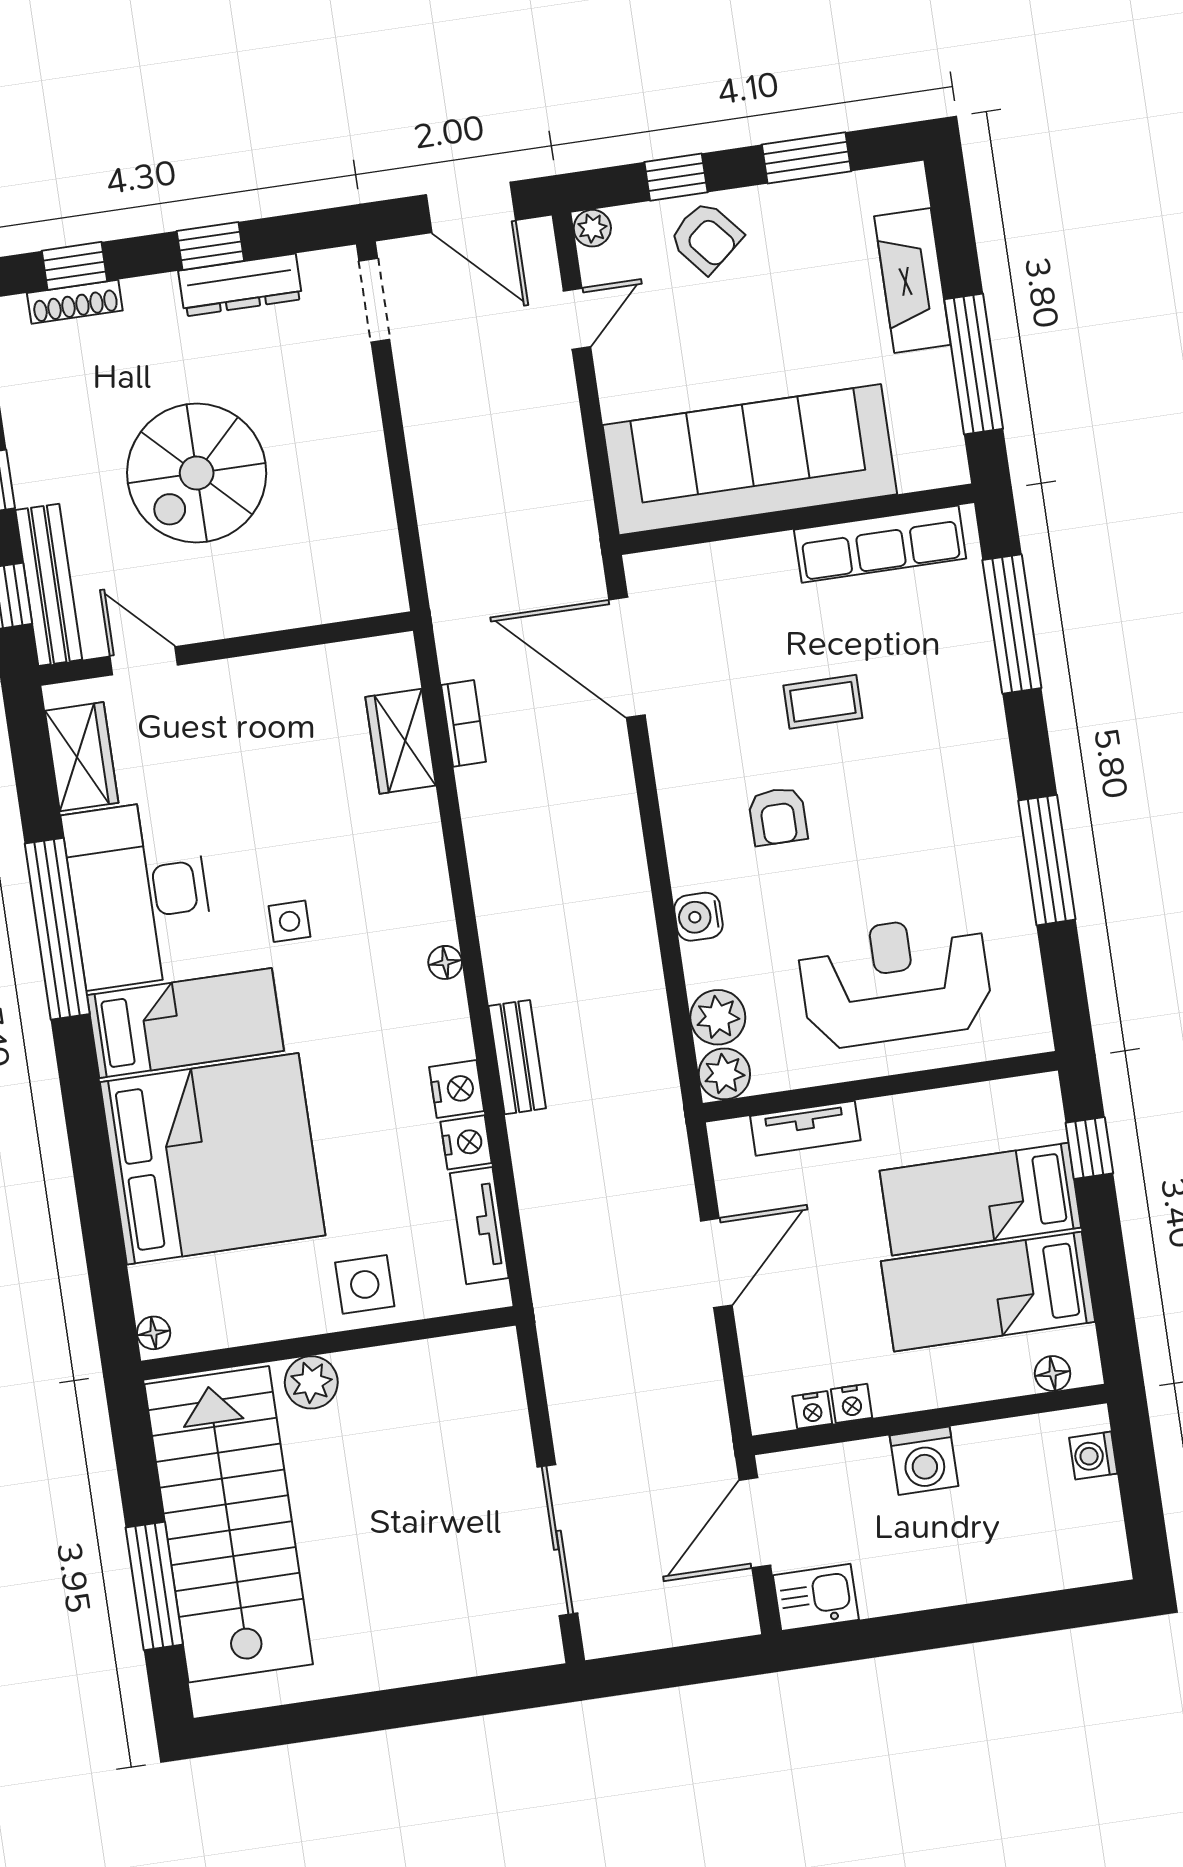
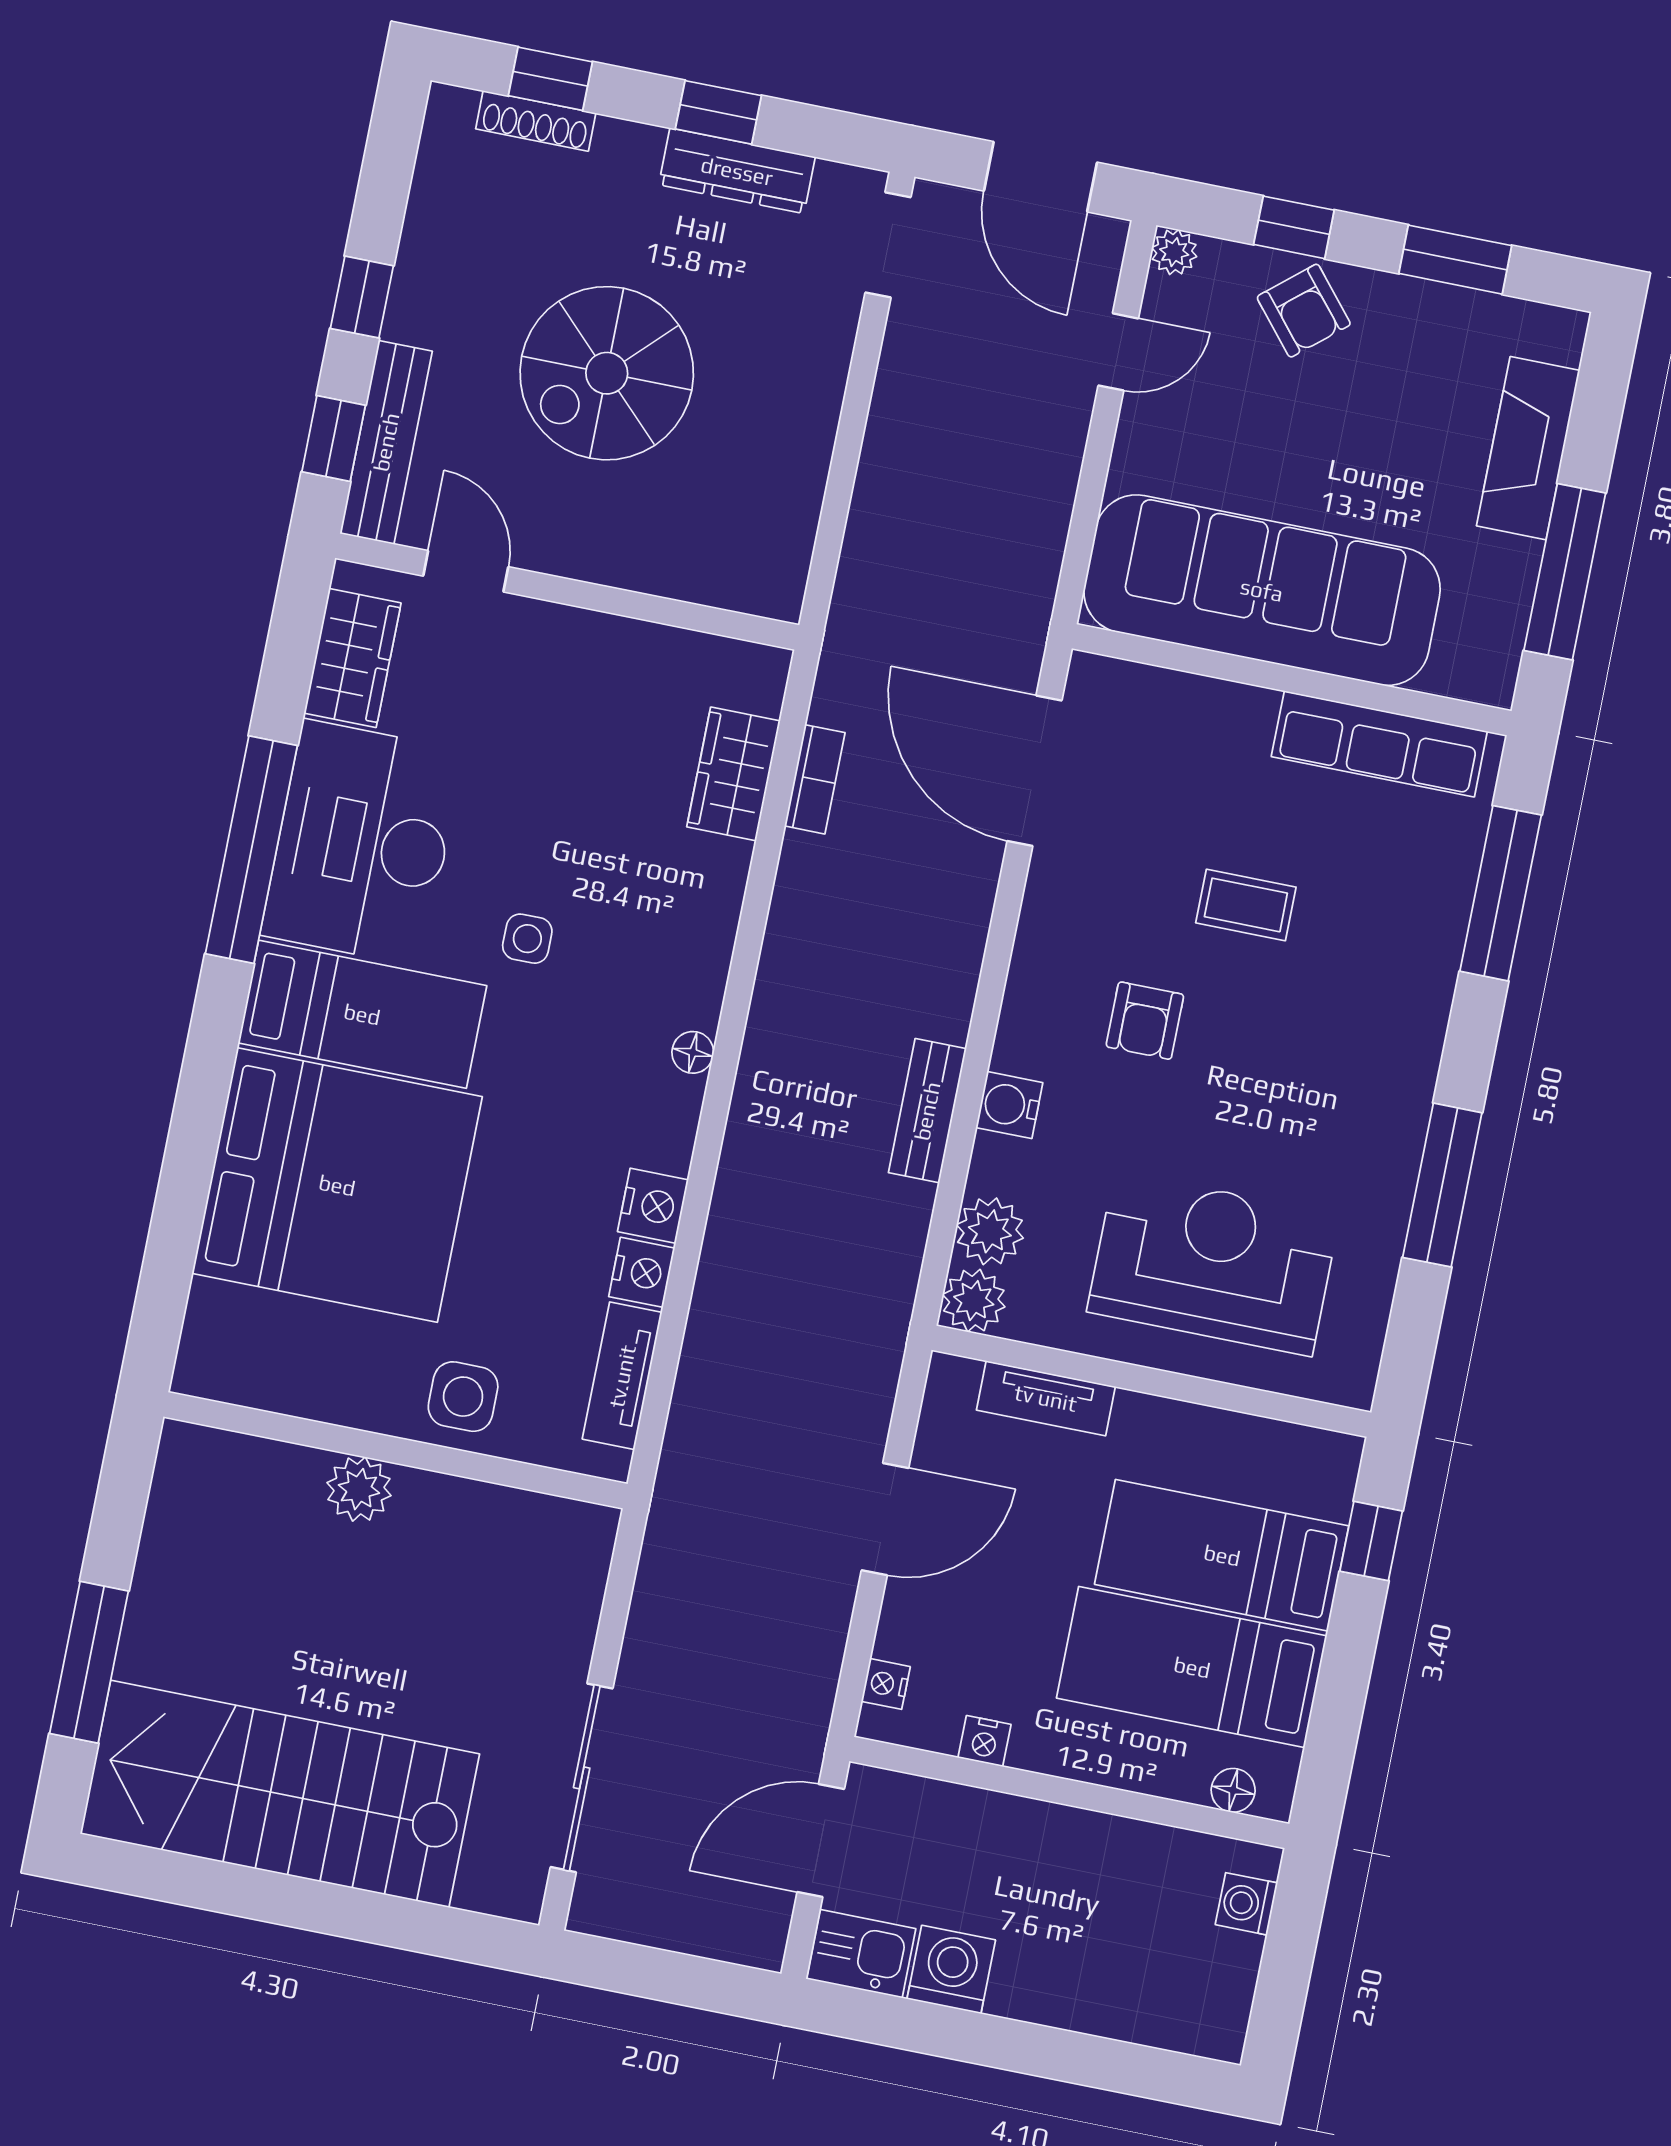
bench: (517, 1057) -> (927, 1111), moved
floor lamp: (154, 1333) -> (195, 1365), removed
nightstand: (812, 1410) -> (886, 1684), moved, turned 90
washing machine: (924, 1461) -> (951, 1969), moved, turned 180
stairs: (229, 1524) -> (280, 1794), moved, turned -90

